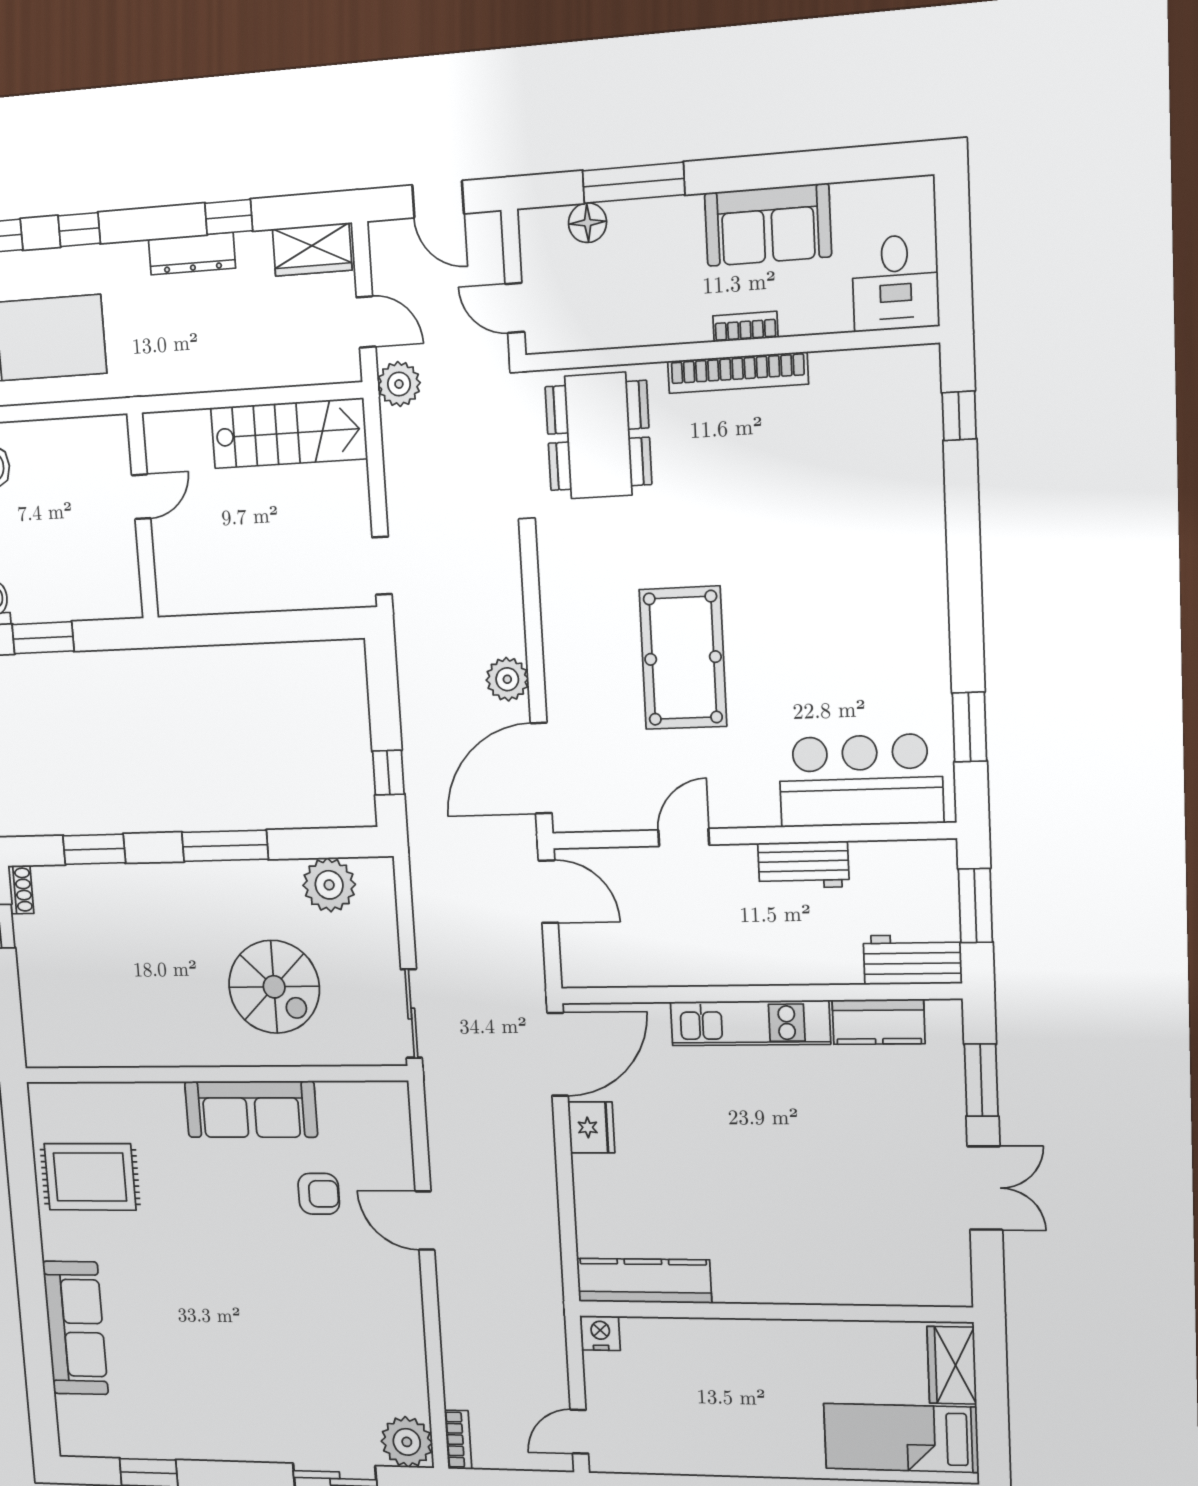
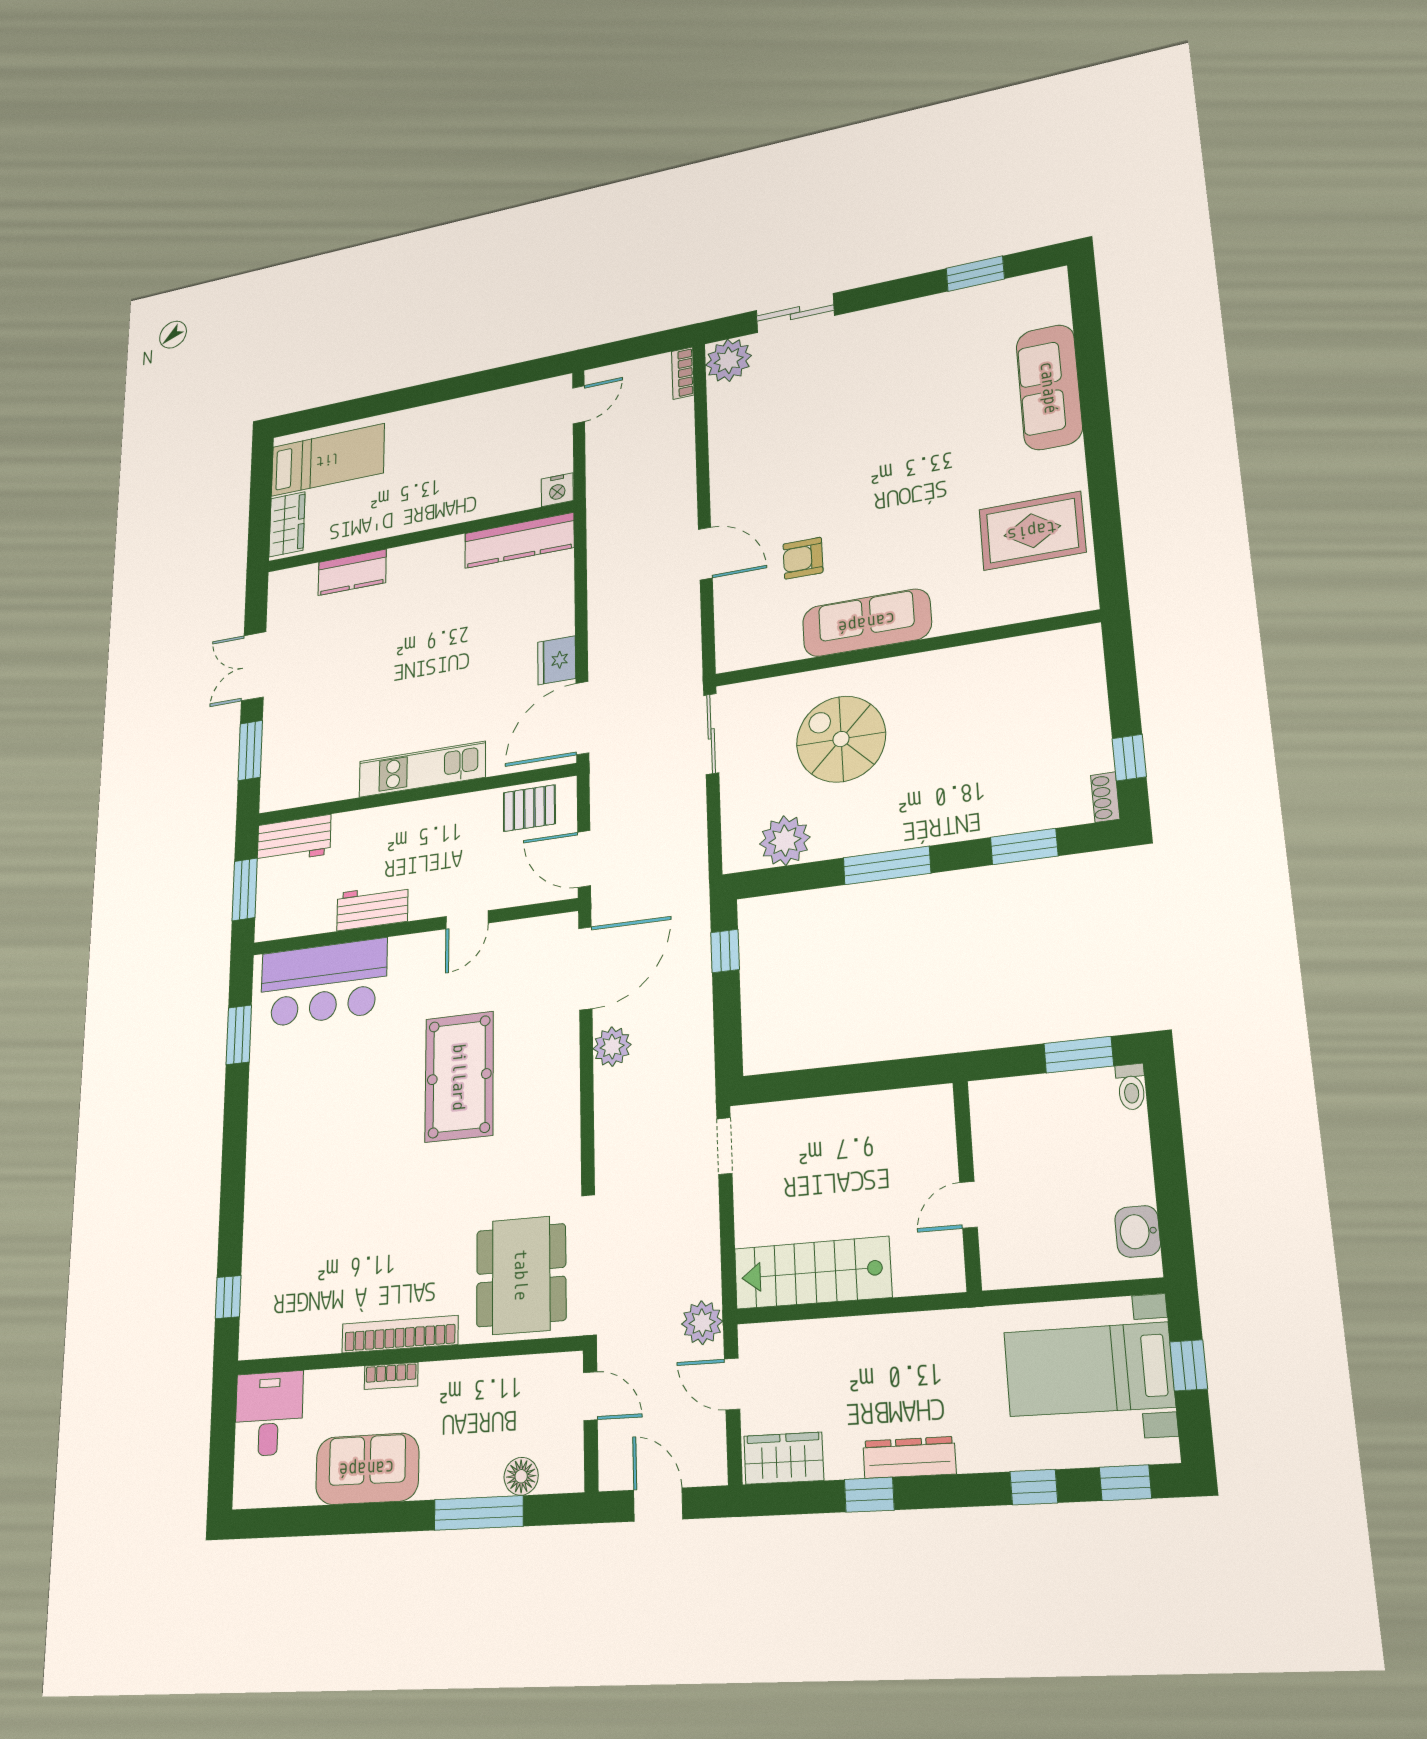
pallet: (615, 958) -> (529, 808), added
kitchen counter: (878, 1022) -> (352, 572), moved, turned 180

